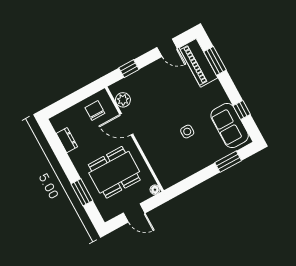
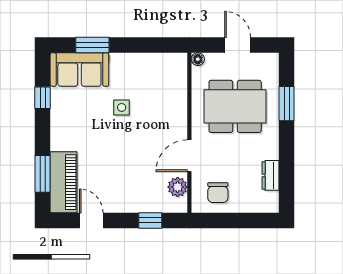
door: (126, 124) -> (189, 156), swing flipped
sofa: (230, 126) -> (79, 70), moved, turned 90

